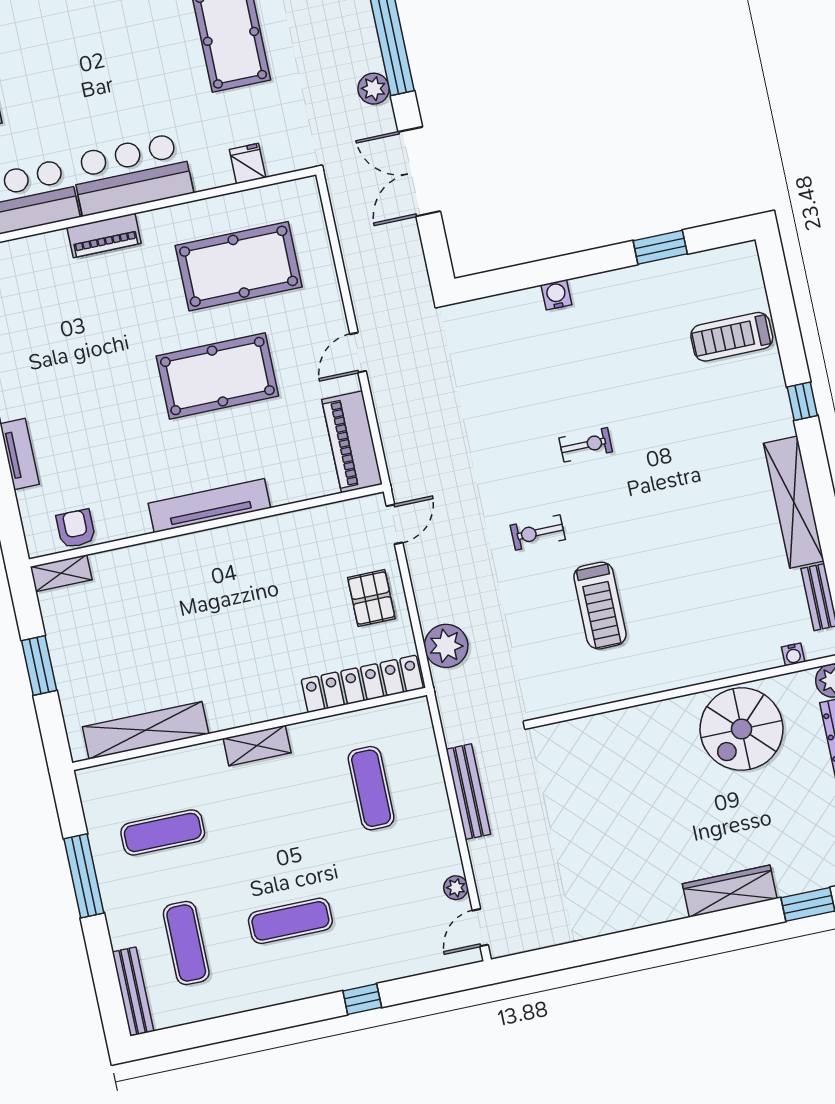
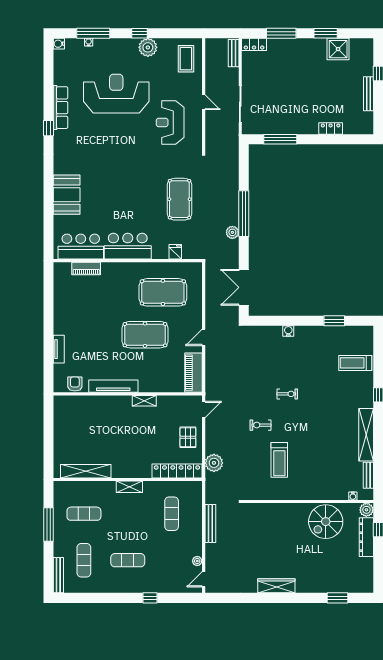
double door: (419, 172) -> (244, 287), moved
piano: (104, 235) -> (86, 268), moved
tv unit: (209, 506) -> (113, 386), moved
shelving: (61, 573) -> (144, 401), moved
window: (39, 666) -> (48, 436), removed
wardrobe: (730, 891) -> (276, 586), moved

